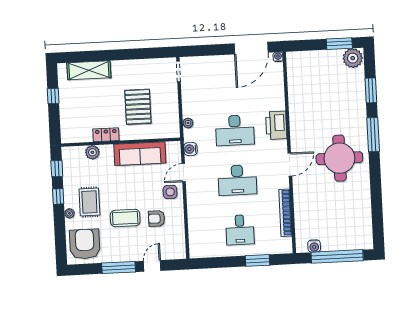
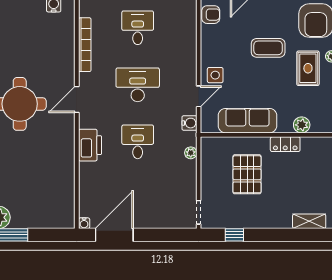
window: (146, 53) -> (234, 235), added
shelving: (89, 70) -> (309, 221), width x0.67, depth x0.75
desk: (235, 130) -> (138, 142), width x0.73
armchair: (156, 219) -> (211, 15), moved

